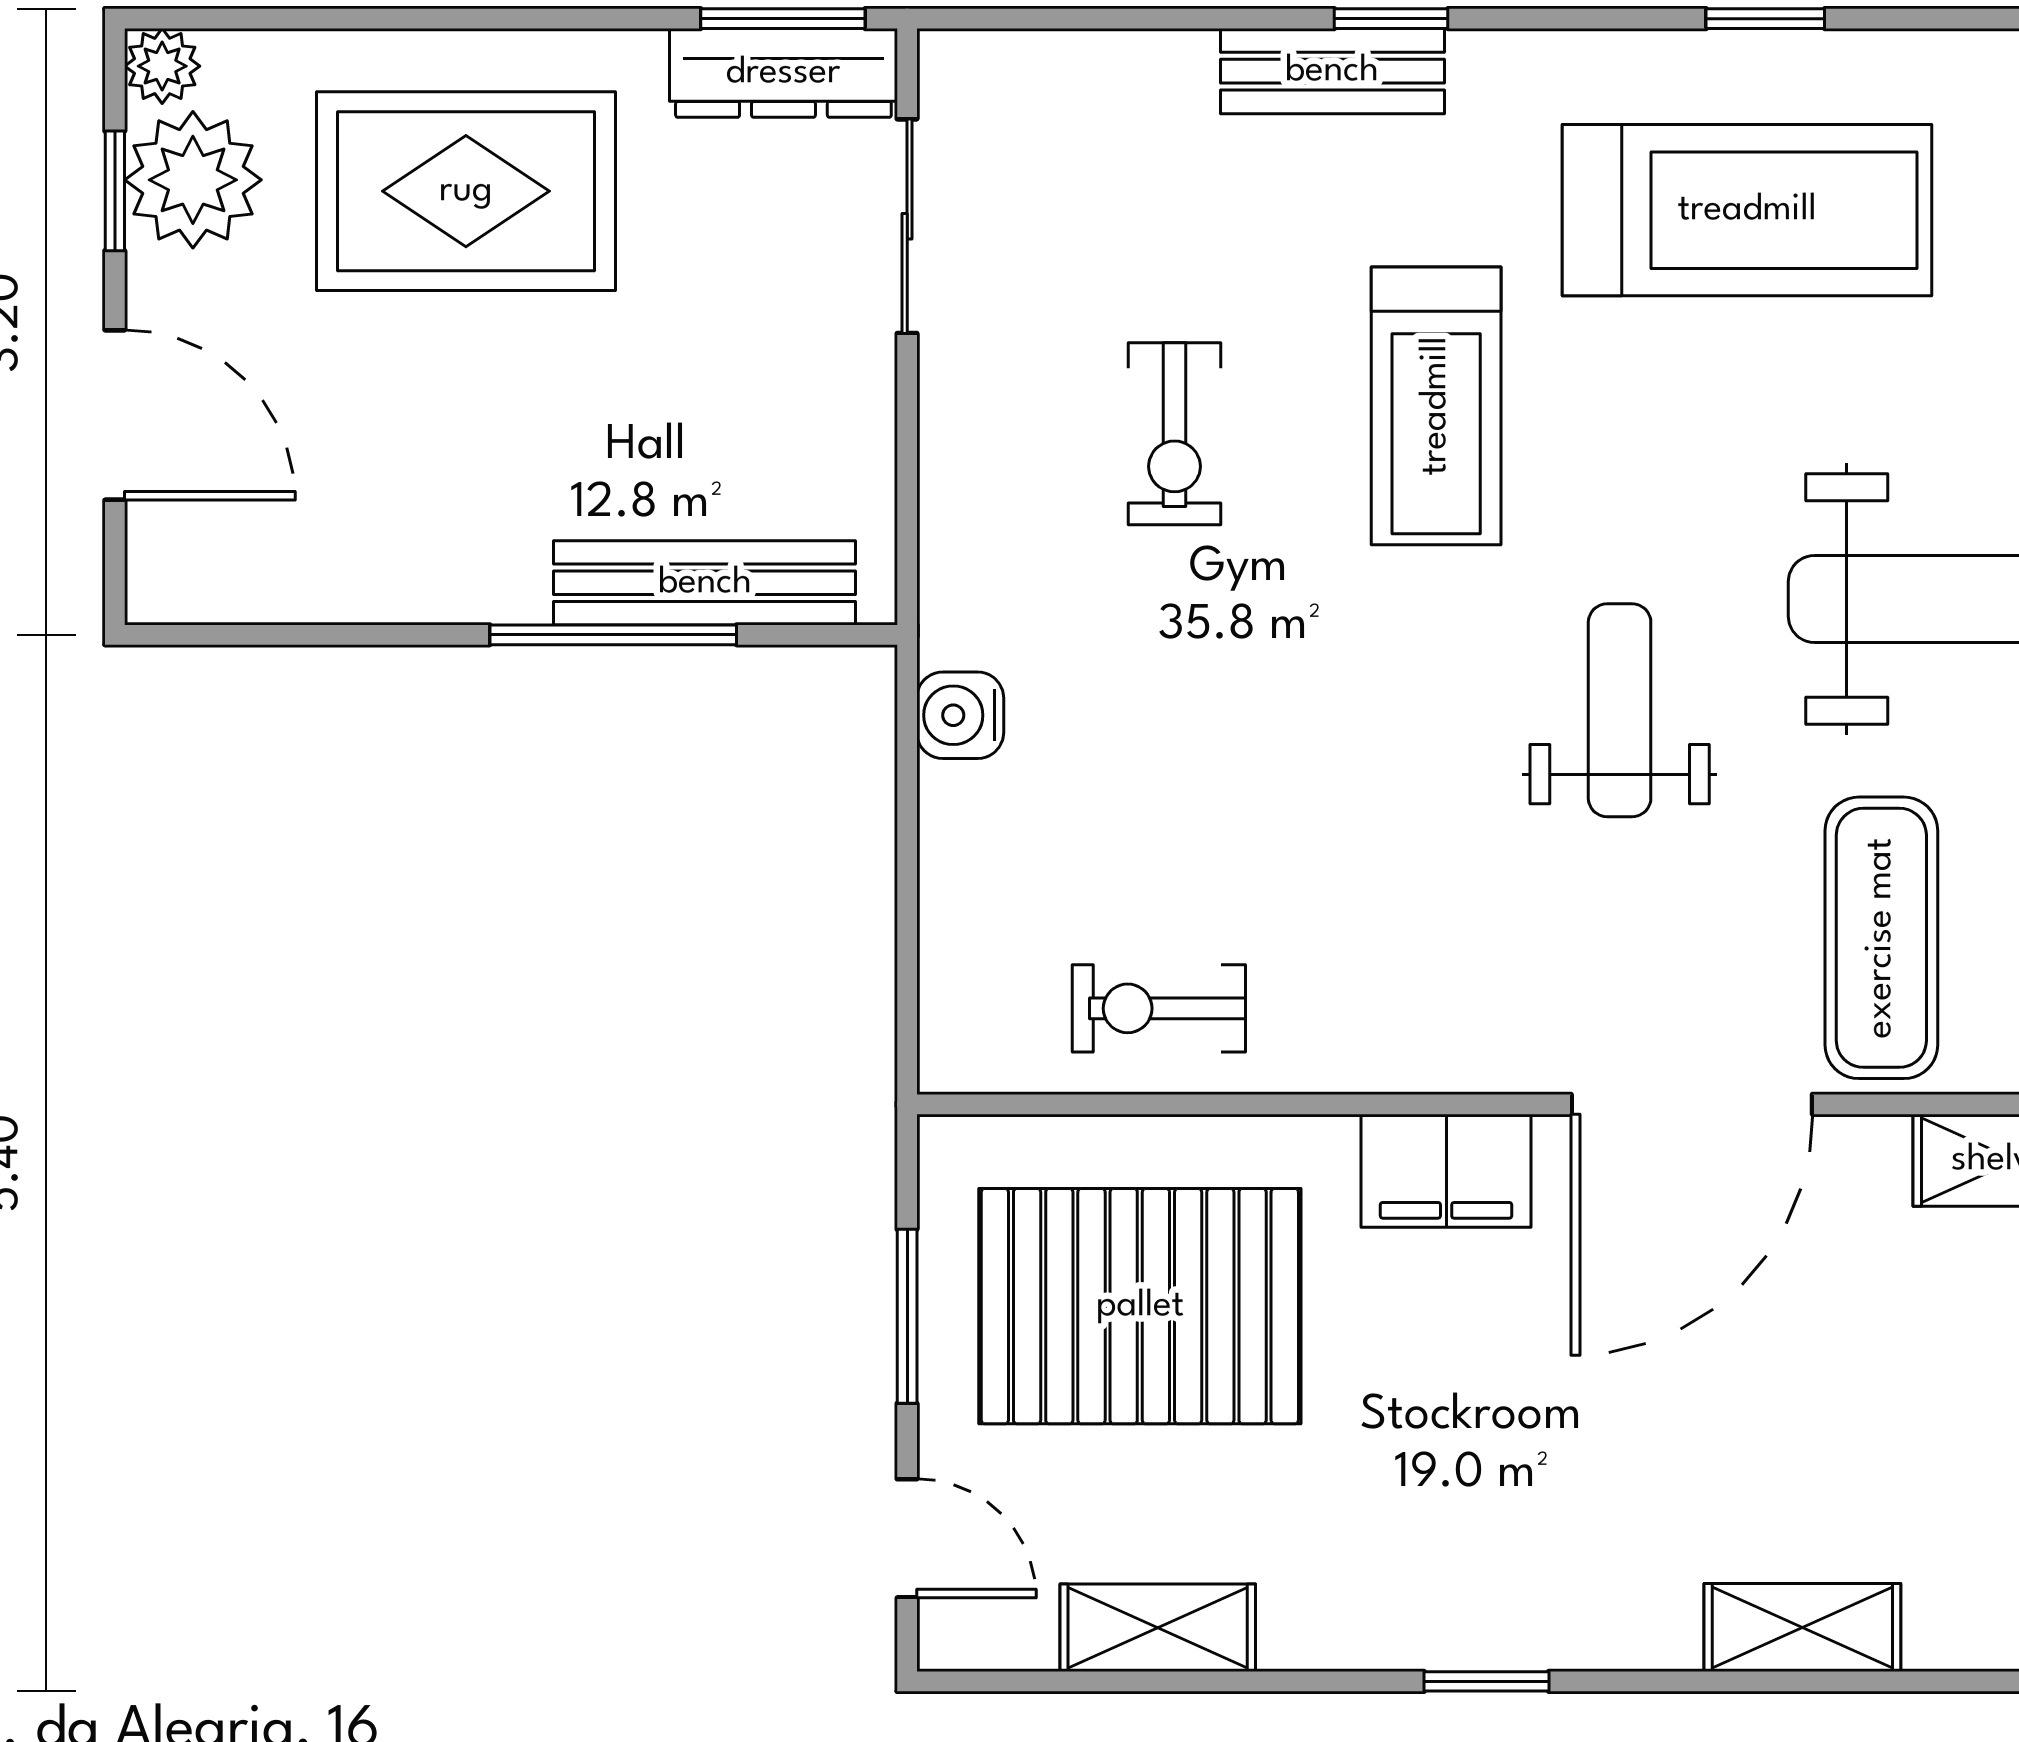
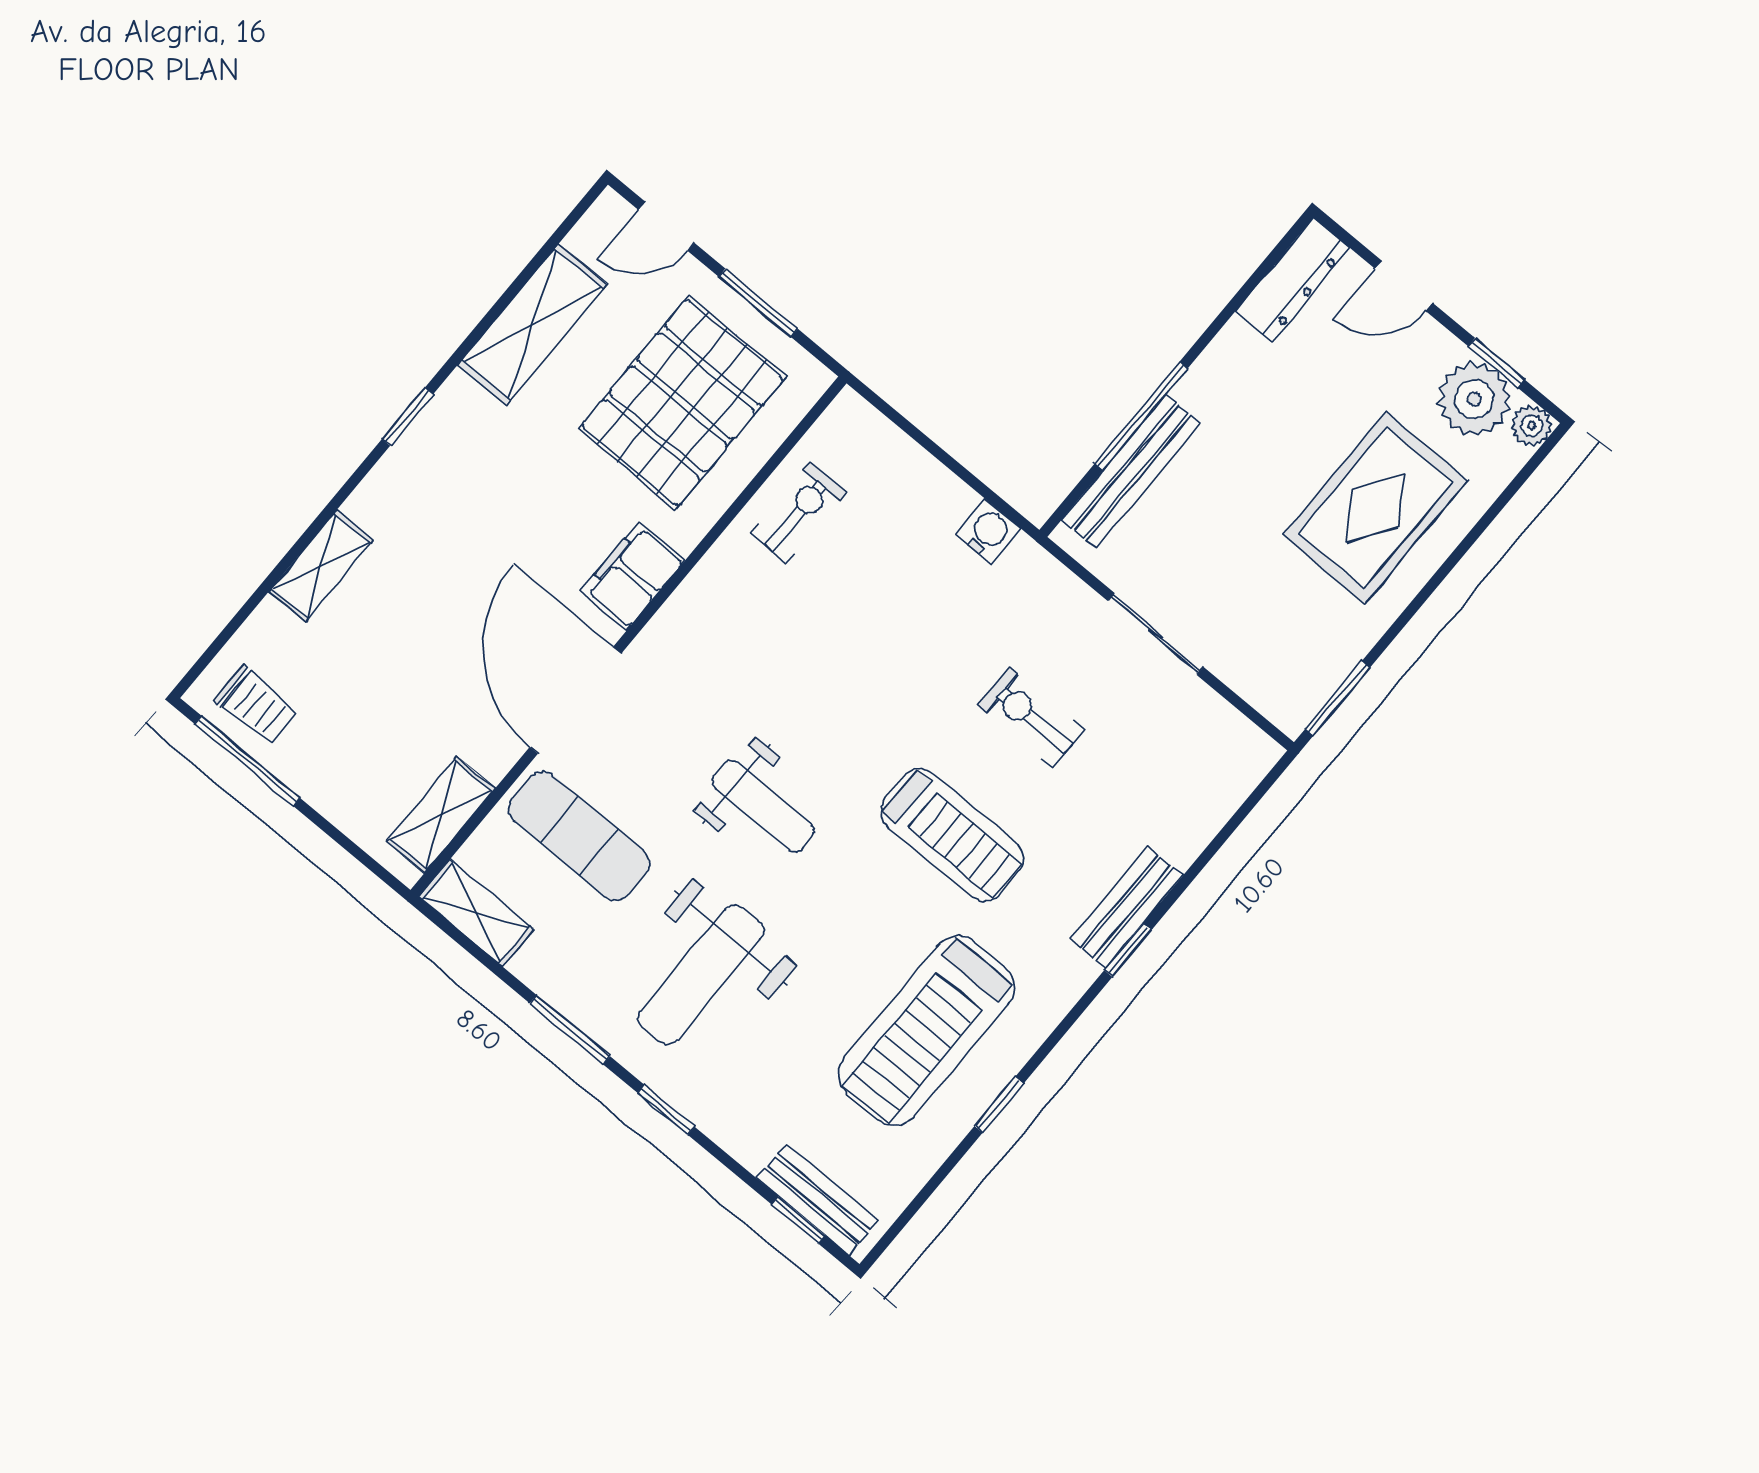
dresser: (783, 73) -> (1293, 280), moved, turned 180
sliding door: (907, 226) -> (1155, 634), moved
treadmill: (1436, 406) -> (952, 835), turned 180
door: (115, 415) -> (1404, 286), width x0.73
shelving: (1158, 1628) -> (532, 324), width x1.50, depth x1.33

